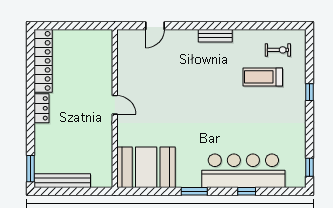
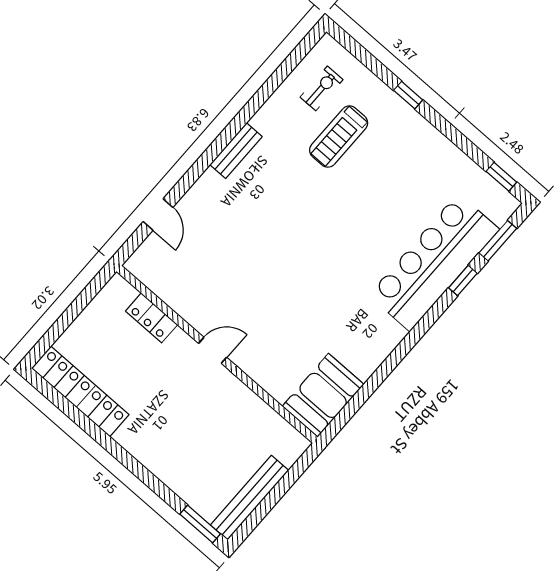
locker: (42, 108) -> (152, 318), moved, turned 180
booth: (146, 167) -> (323, 395), width x0.73, depth x0.70
window: (194, 191) -> (498, 241), moved

